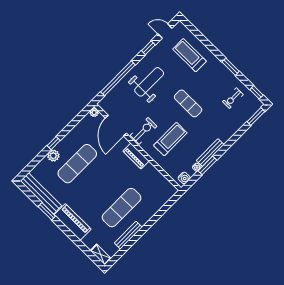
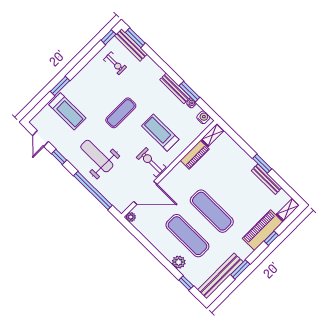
treadmill: (190, 55) -> (67, 111), turned -90
window: (231, 67) -> (60, 86), moved
bench: (250, 113) -> (131, 45), added
window: (54, 143) -> (186, 283), moved
piano: (136, 156) -> (195, 155), moved
shelving: (168, 186) -> (213, 135), added
exercise mat: (122, 208) -> (212, 211), moved
piano: (73, 222) -> (263, 230), moved
window: (142, 231) -> (262, 164), added
window: (75, 239) -> (271, 238), added

